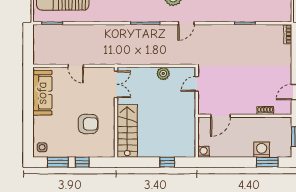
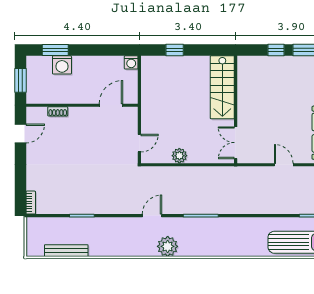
armchair: (88, 124) -> (269, 96), removed

